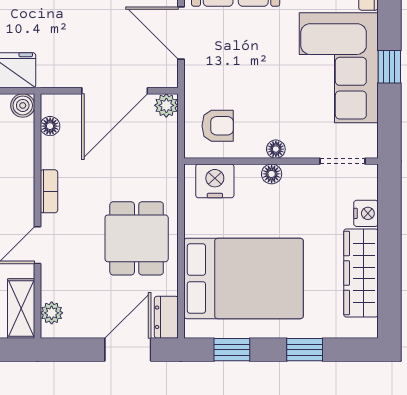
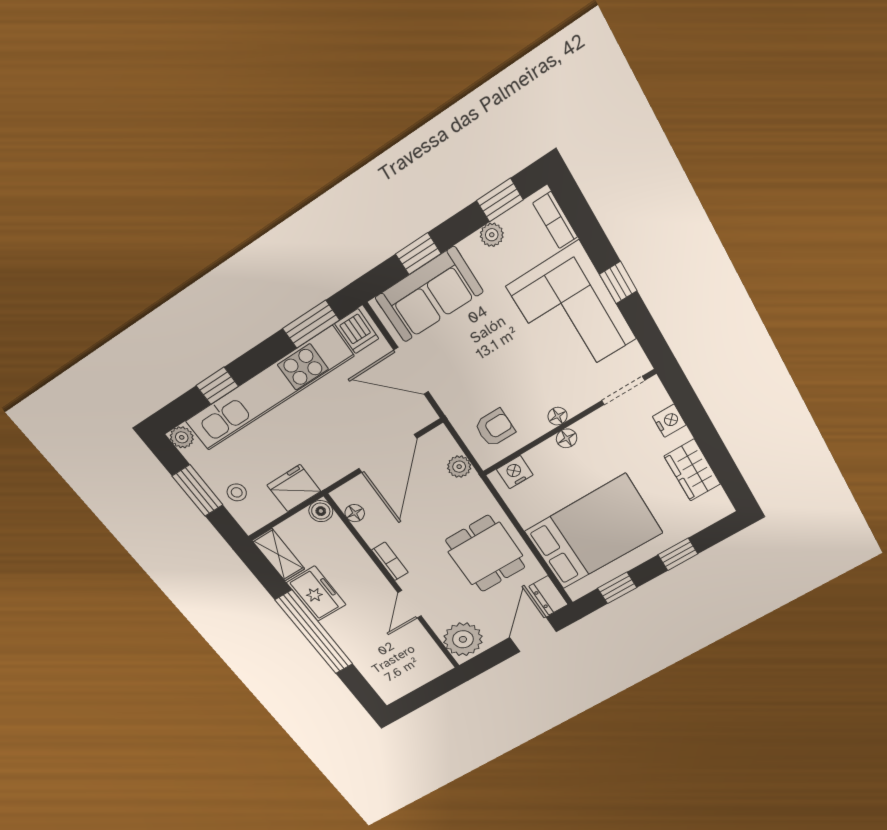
plant: (166, 105) -> (459, 467), moved
nightstand: (215, 181) -> (515, 472), width x0.74, depth x0.75
wardrobe: (361, 273) -> (692, 470), width x0.67
shelving: (21, 309) -> (430, 654), removed
plant: (52, 313) -> (463, 639), width x1.87, depth x1.87

